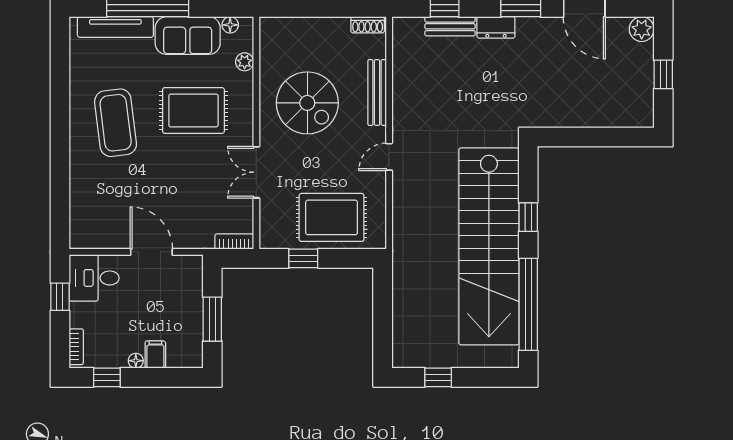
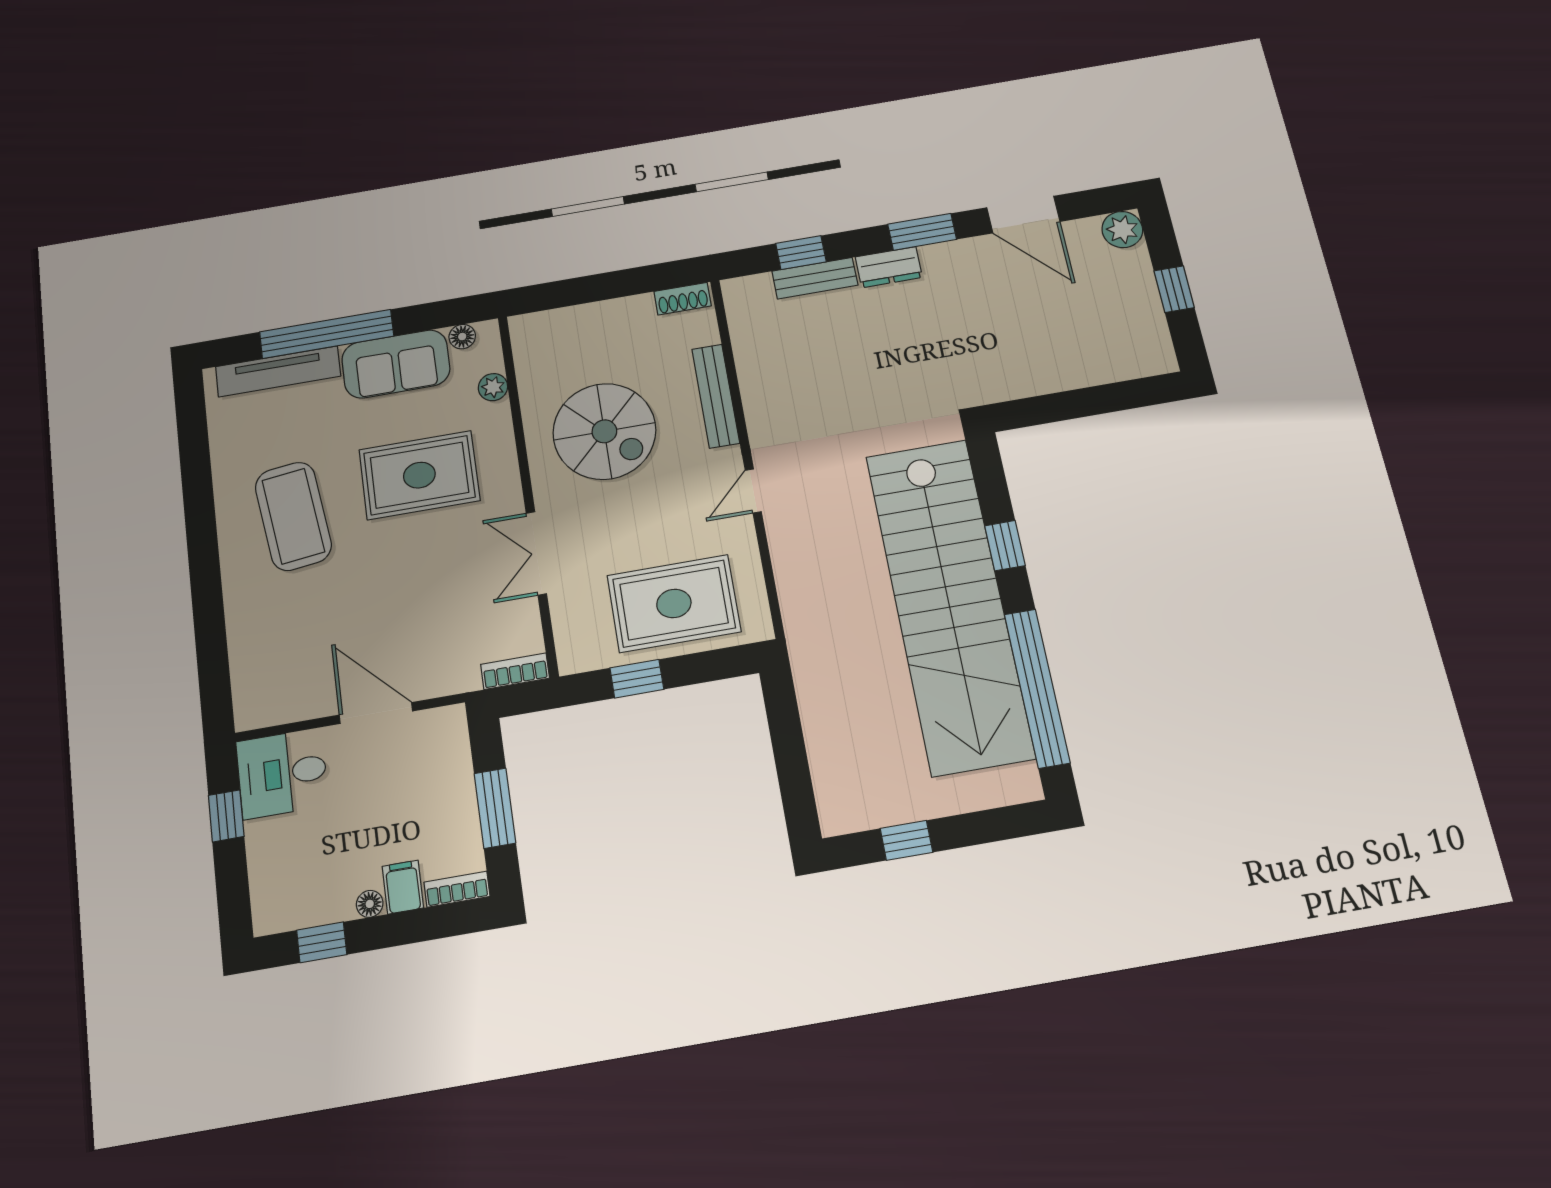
bookcase: (76, 347) -> (457, 889), moved, turned -90

